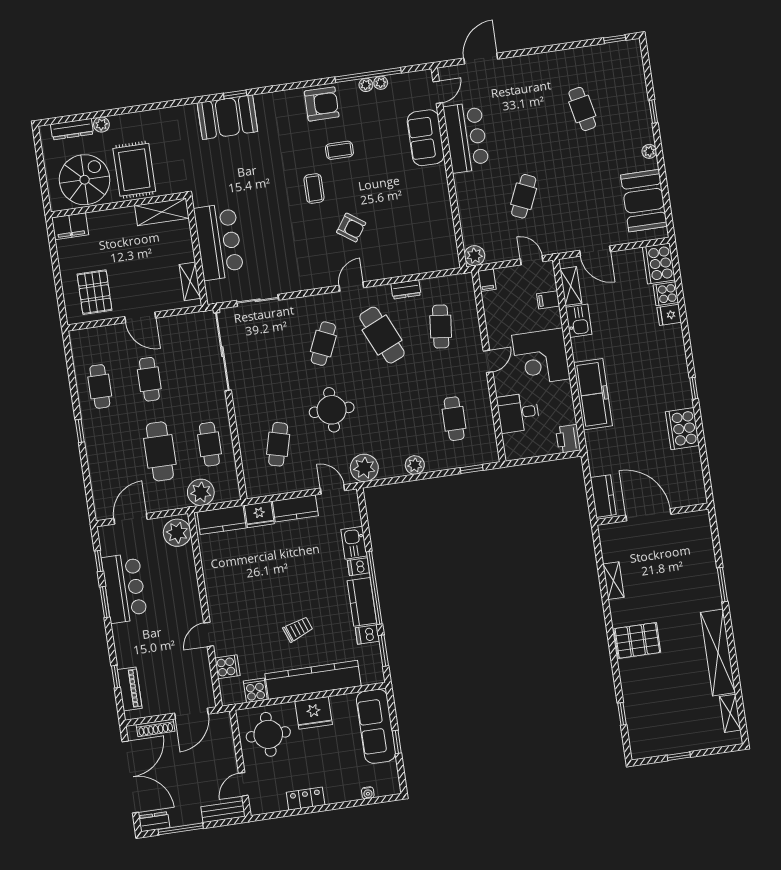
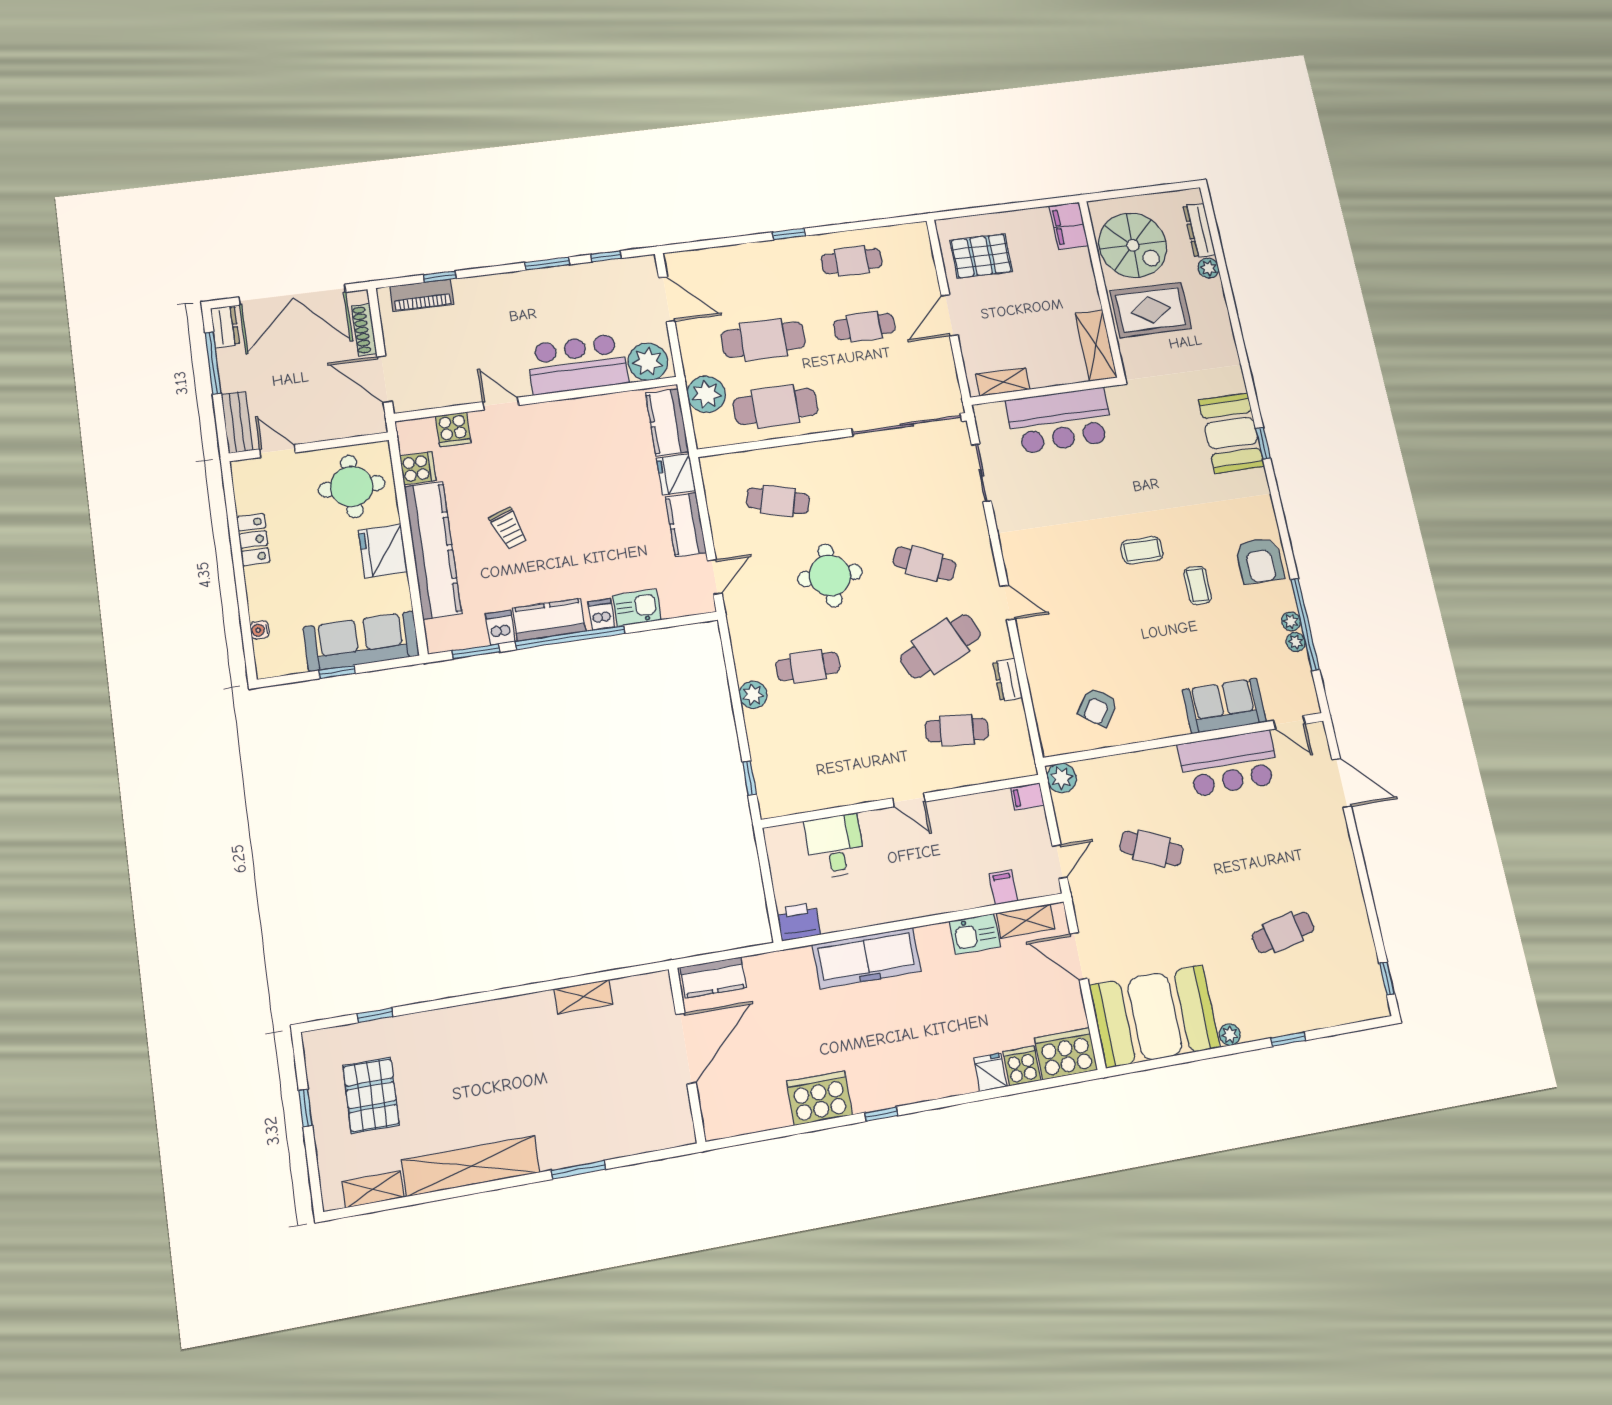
booth: (644, 201) -> (1155, 1016), width x1.36, depth x1.42
armchair: (351, 228) -> (1098, 707), moved
door: (595, 251) -> (1079, 956), hinge flipped
corner desk: (541, 357) -> (919, 878), removed
cafe table: (454, 419) -> (808, 666), moved
cafe table: (209, 444) -> (775, 406), width x1.37, depth x1.35
plant: (364, 468) -> (747, 622), removed
bar counter: (124, 588) -> (577, 364), moved, turned 180
pallet: (637, 640) -> (371, 1095), moved

